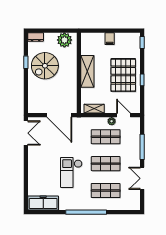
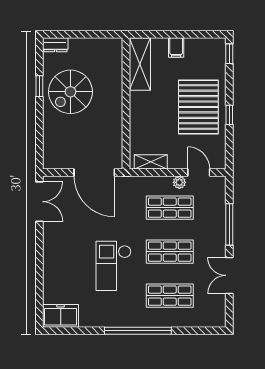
plant: (64, 40) -> (102, 50), removed
shelving: (87, 71) -> (140, 64), moved
freezer: (43, 203) -> (61, 316), width x0.71

